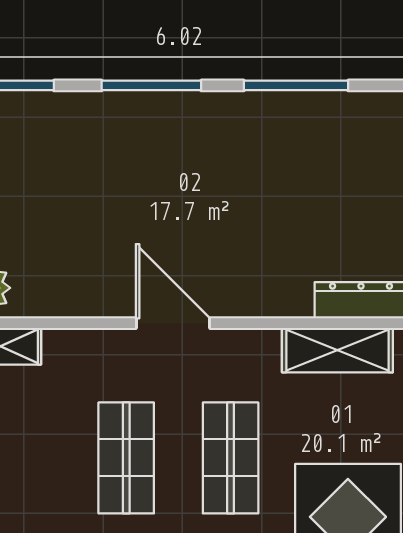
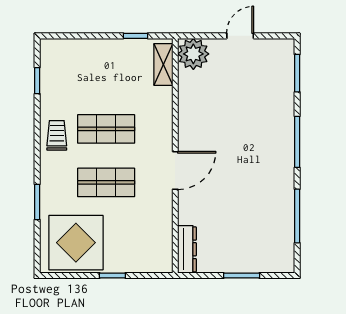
door: (173, 323) -> (175, 170), moved
shelving: (337, 350) -> (161, 237), removed

